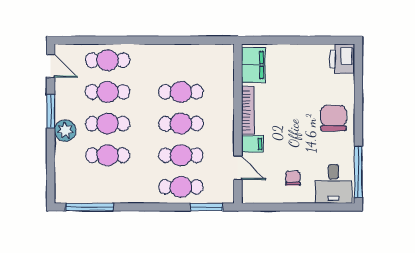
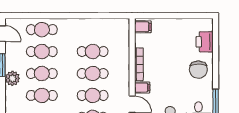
printer: (342, 59) -> (205, 42), moved
filing cabinet: (253, 65) -> (143, 27), width x0.50
chair: (333, 118) -> (198, 70), turned 180

